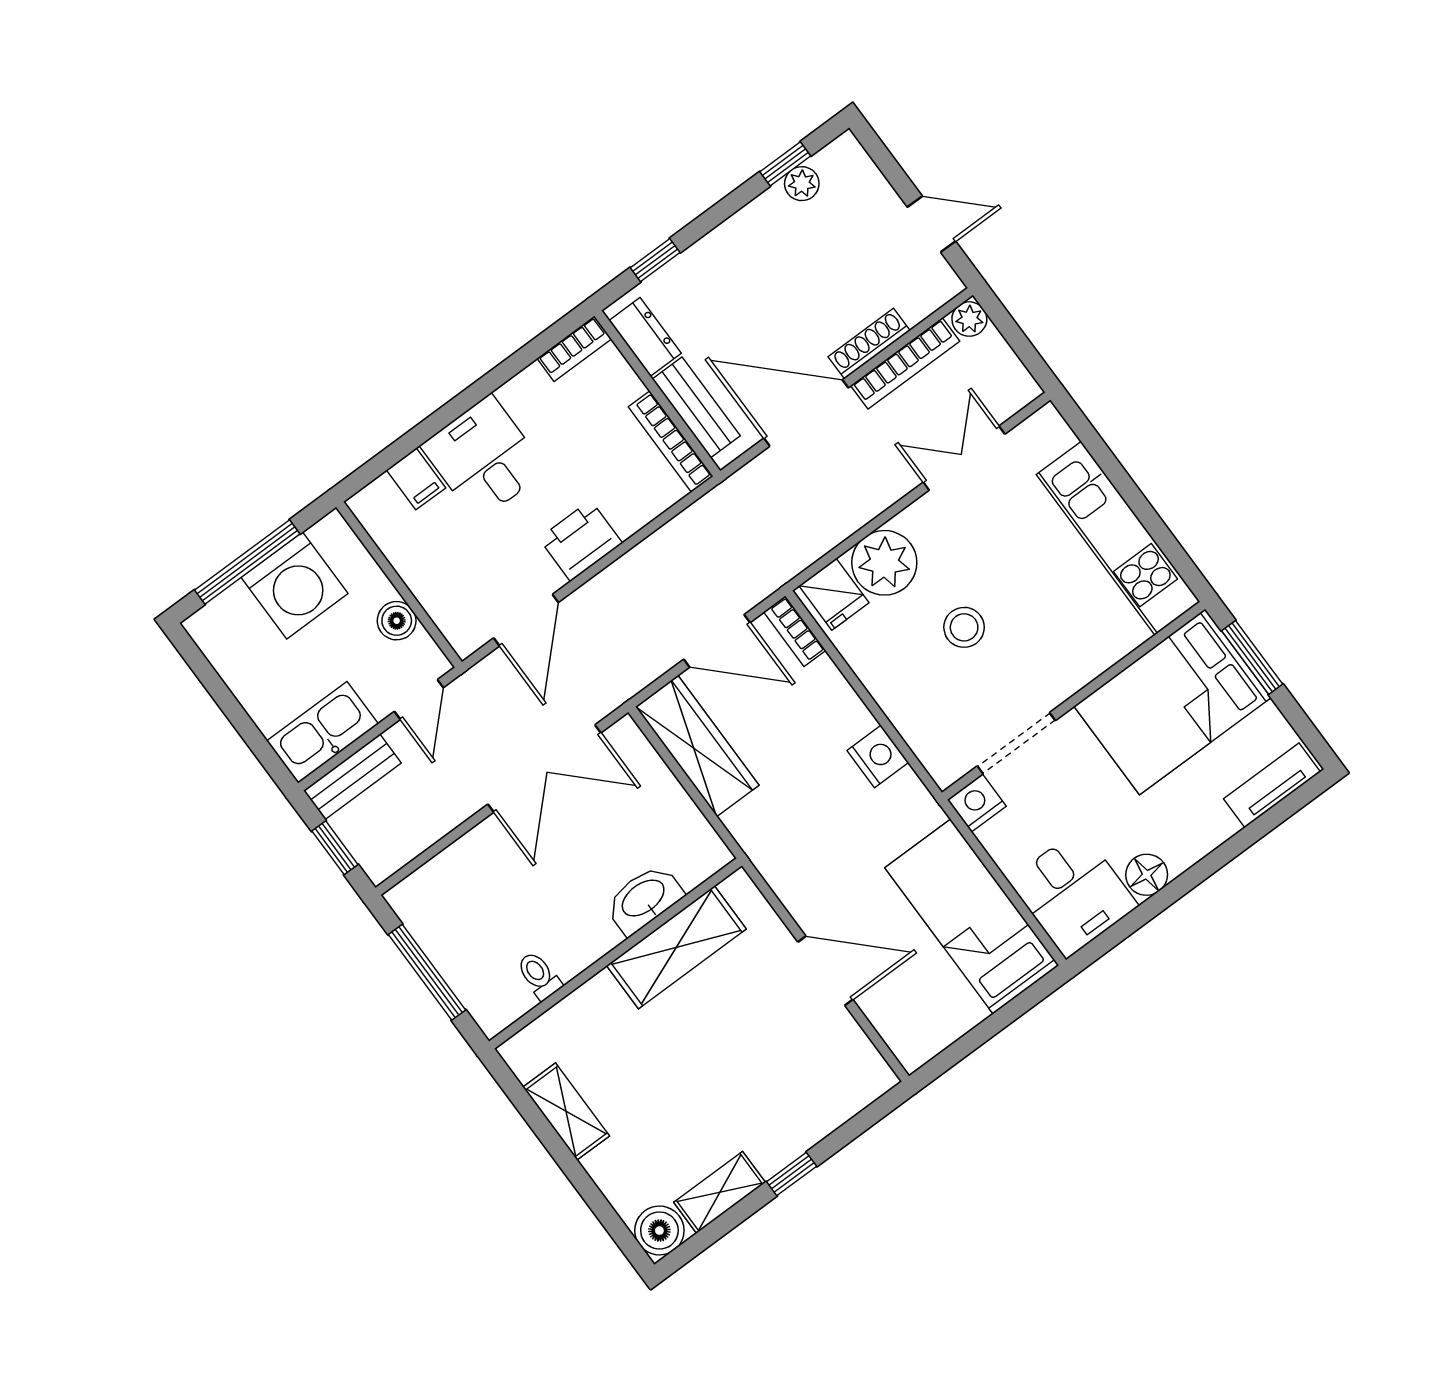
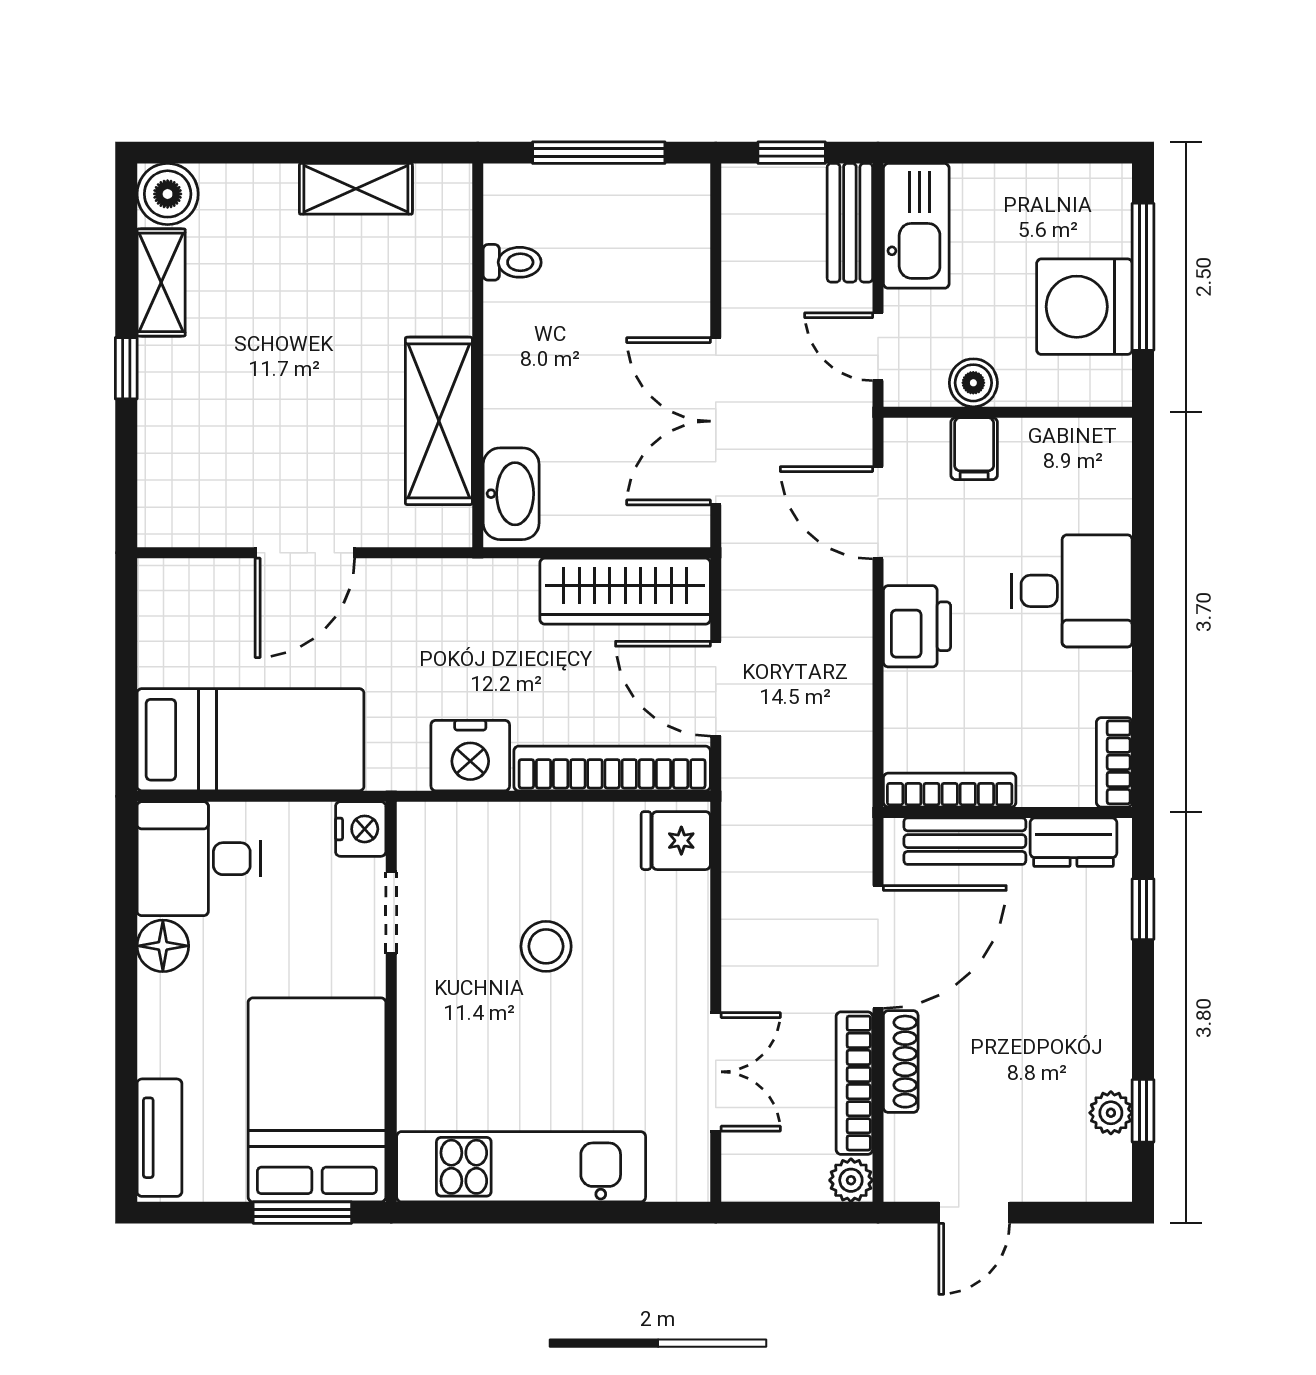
filing cabinet: (416, 479) -> (974, 449), moved, turned -90
plant: (884, 563) -> (670, 914), removed
bookcase: (795, 631) -> (612, 768), width x2.31, depth x1.31
door: (717, 641) -> (716, 689), hinge flipped
doorway: (1016, 743) -> (391, 913), width x0.73
nightstand: (878, 756) -> (470, 756), width x1.36, depth x1.33
washbasin: (644, 899) -> (511, 494), moved

